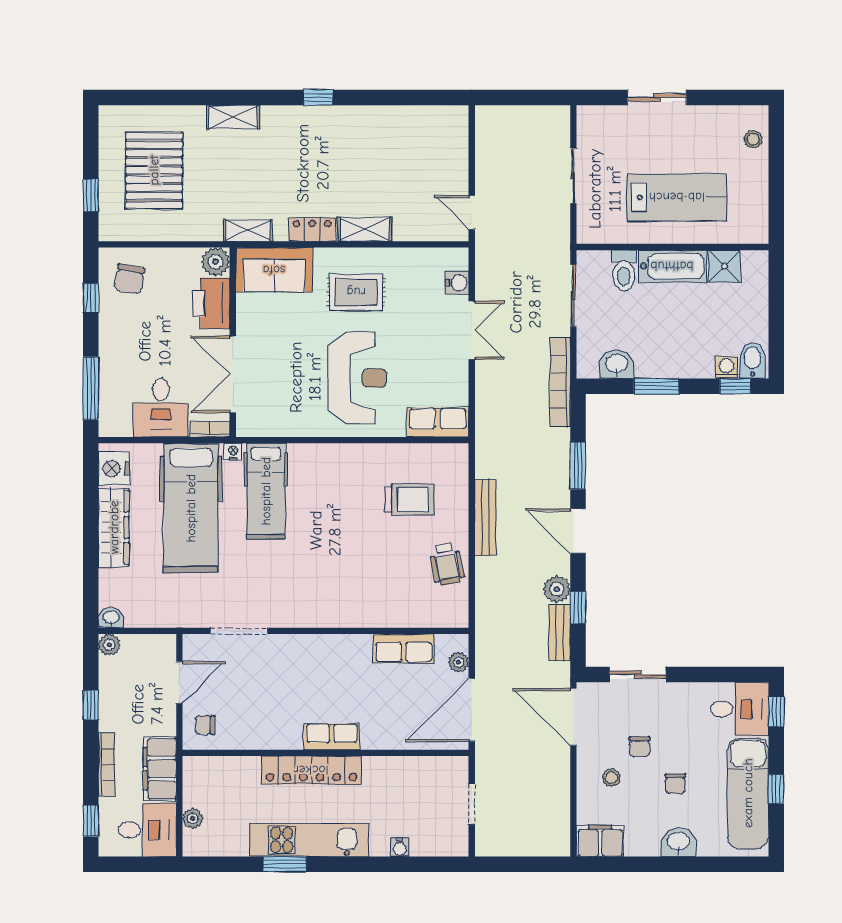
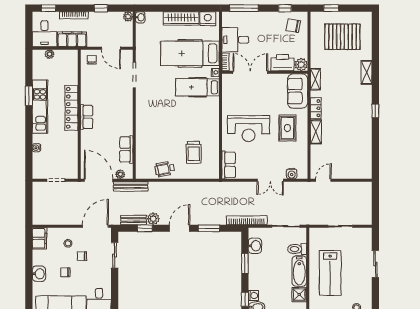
bench: (485, 517) -> (131, 186), moved

